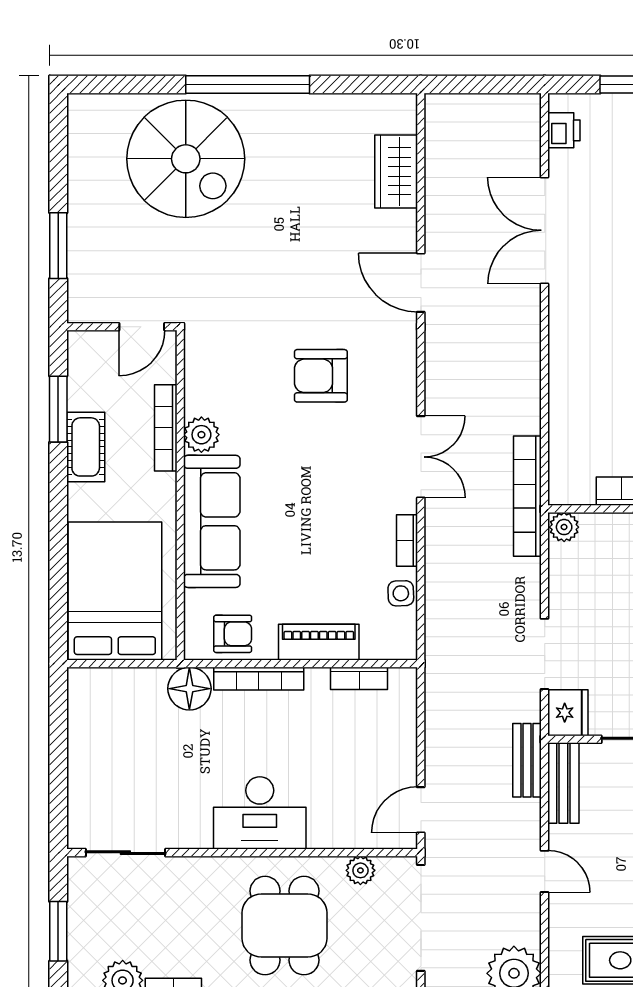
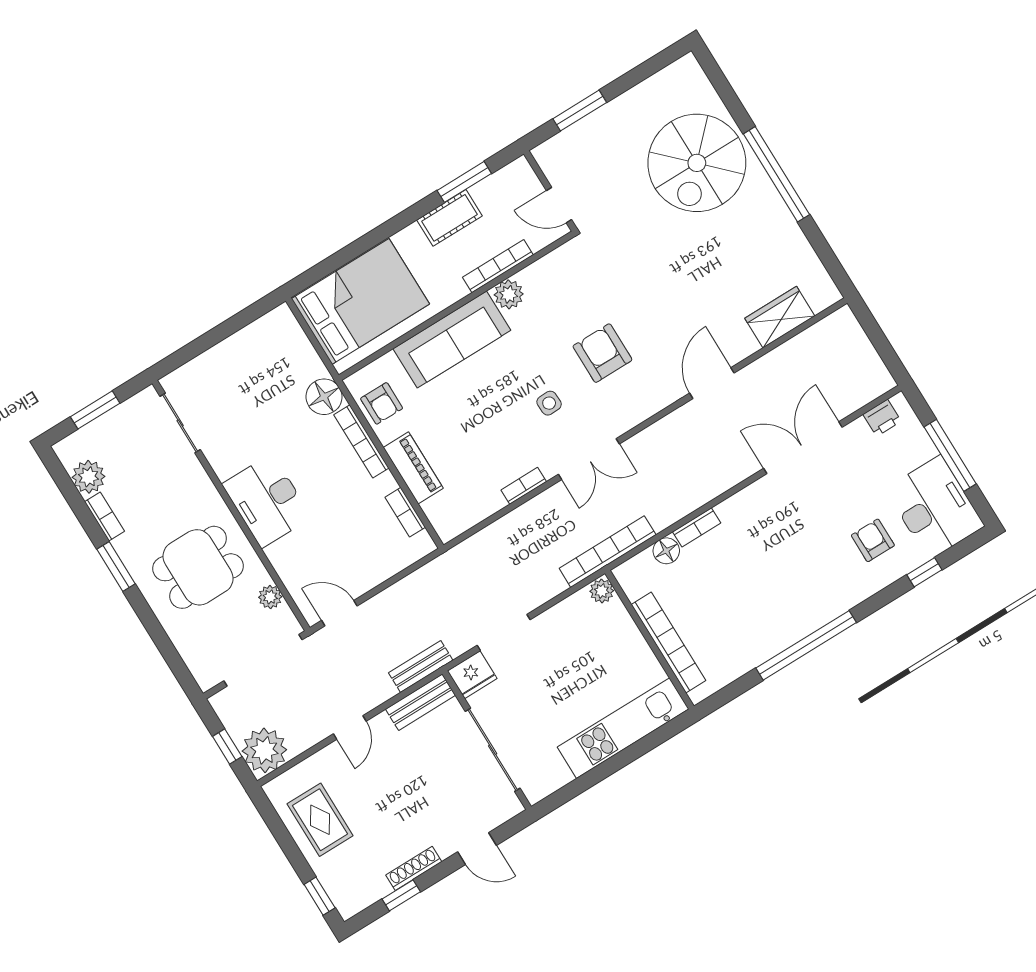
bookcase: (559, 390) -> (697, 527), added
floor lamp: (564, 435) -> (666, 551), added
side table: (401, 593) -> (549, 403), moved

